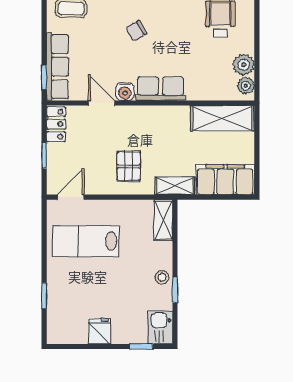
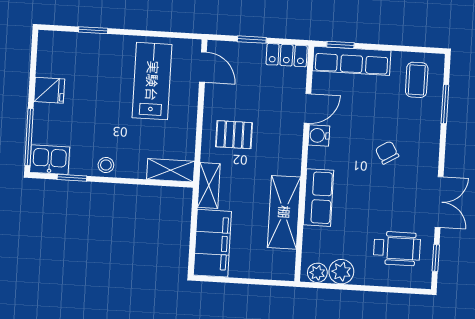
row of seats: (160, 89) -> (318, 198), moved
shelving: (222, 118) -> (284, 212), moved
window: (175, 290) -> (72, 178), moved
window: (141, 346) -> (29, 137), width x2.17

